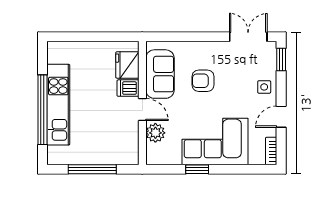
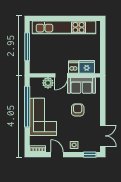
kitchen unit: (58, 105) -> (64, 27), width x1.36
window: (42, 110) -> (61, 18), removed
window: (197, 169) -> (27, 107), width x3.17

